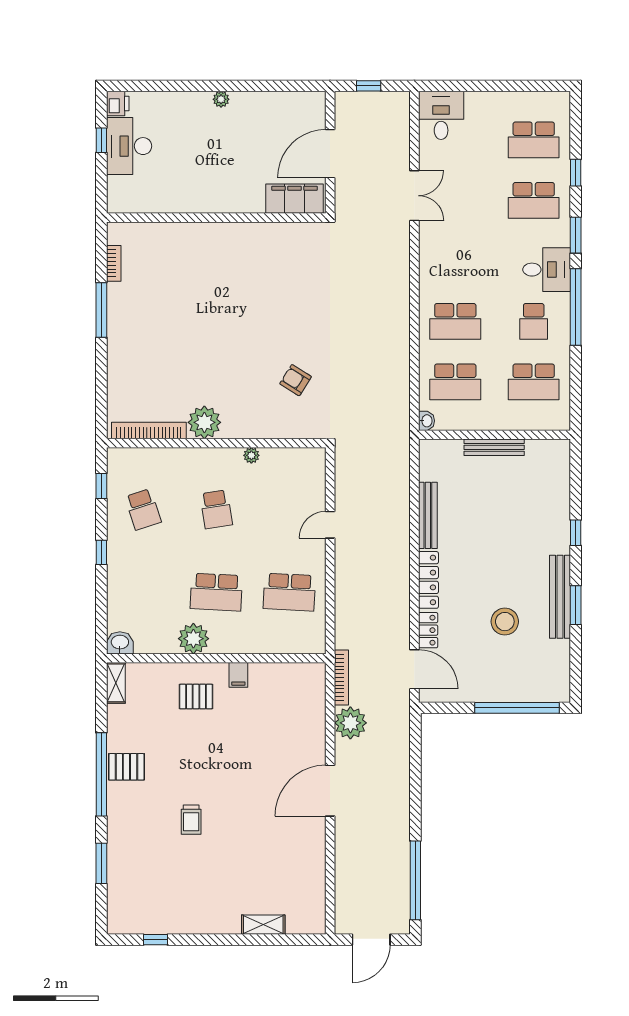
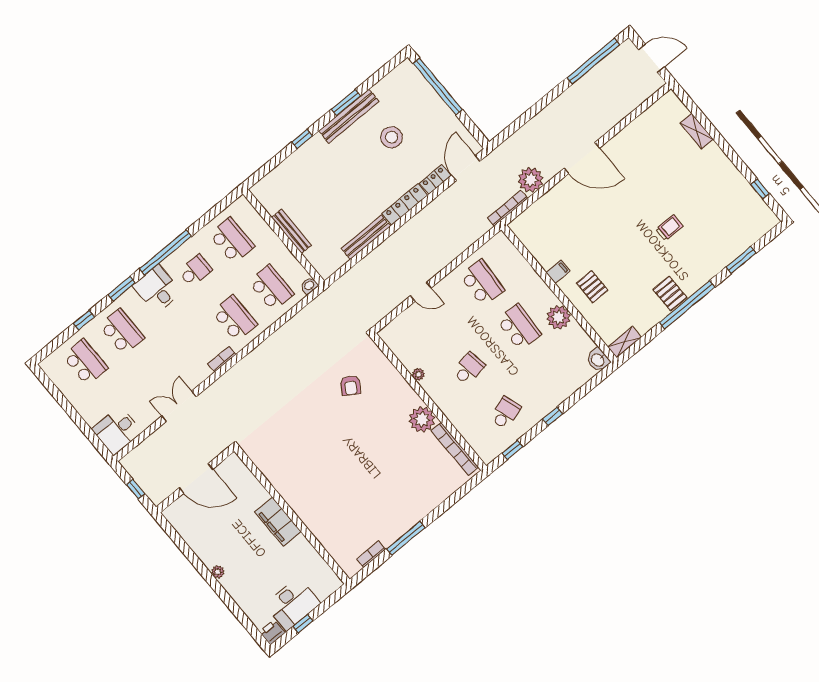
filing cabinet: (294, 199) -> (278, 522), moved
bookcase: (426, 276) -> (222, 359), added

